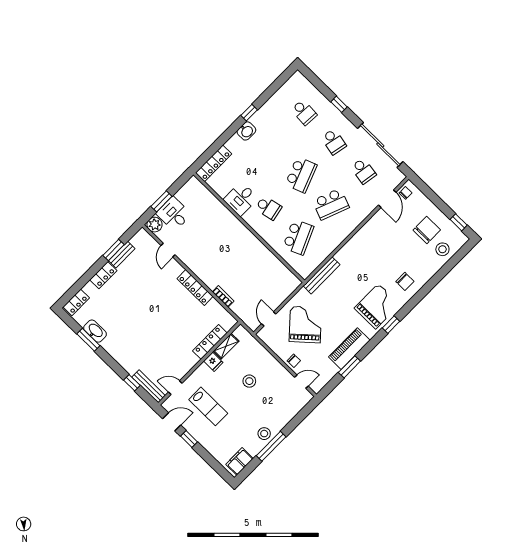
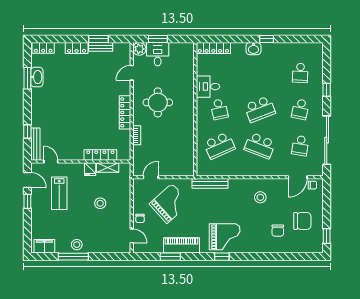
stool: (442, 249) -> (260, 197), moved
round table: (213, 253) -> (158, 102), added
chair: (405, 281) -> (278, 231), moved

